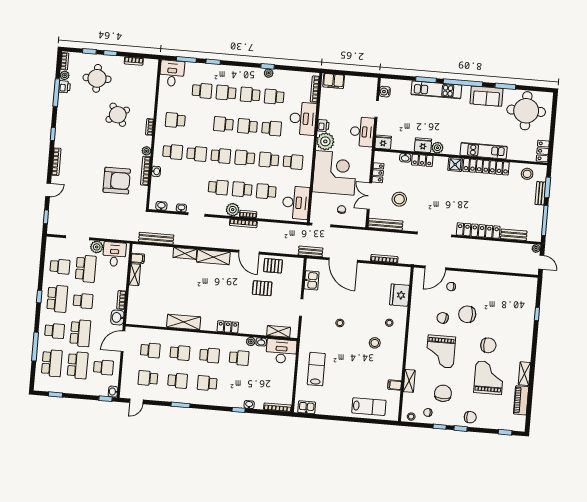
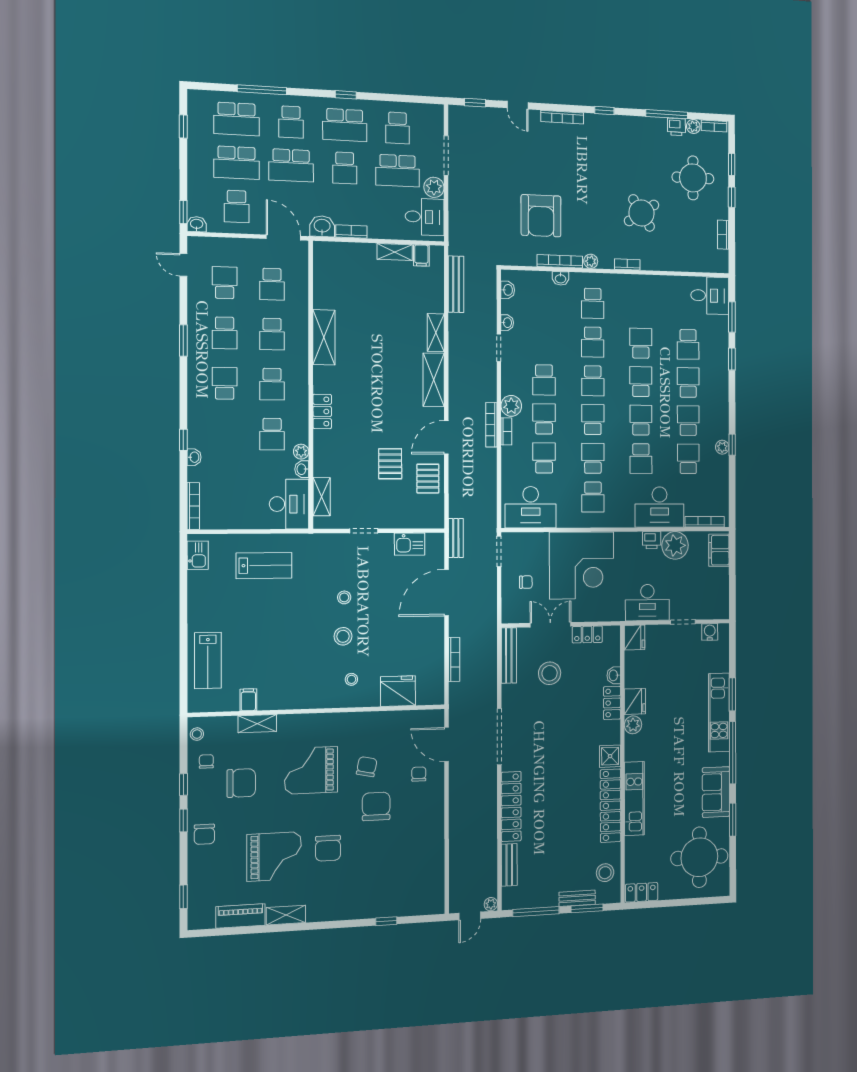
school desk: (175, 120) -> (641, 343), moved
plant: (325, 141) -> (675, 545), moved
stool: (375, 343) -> (343, 636), moved

